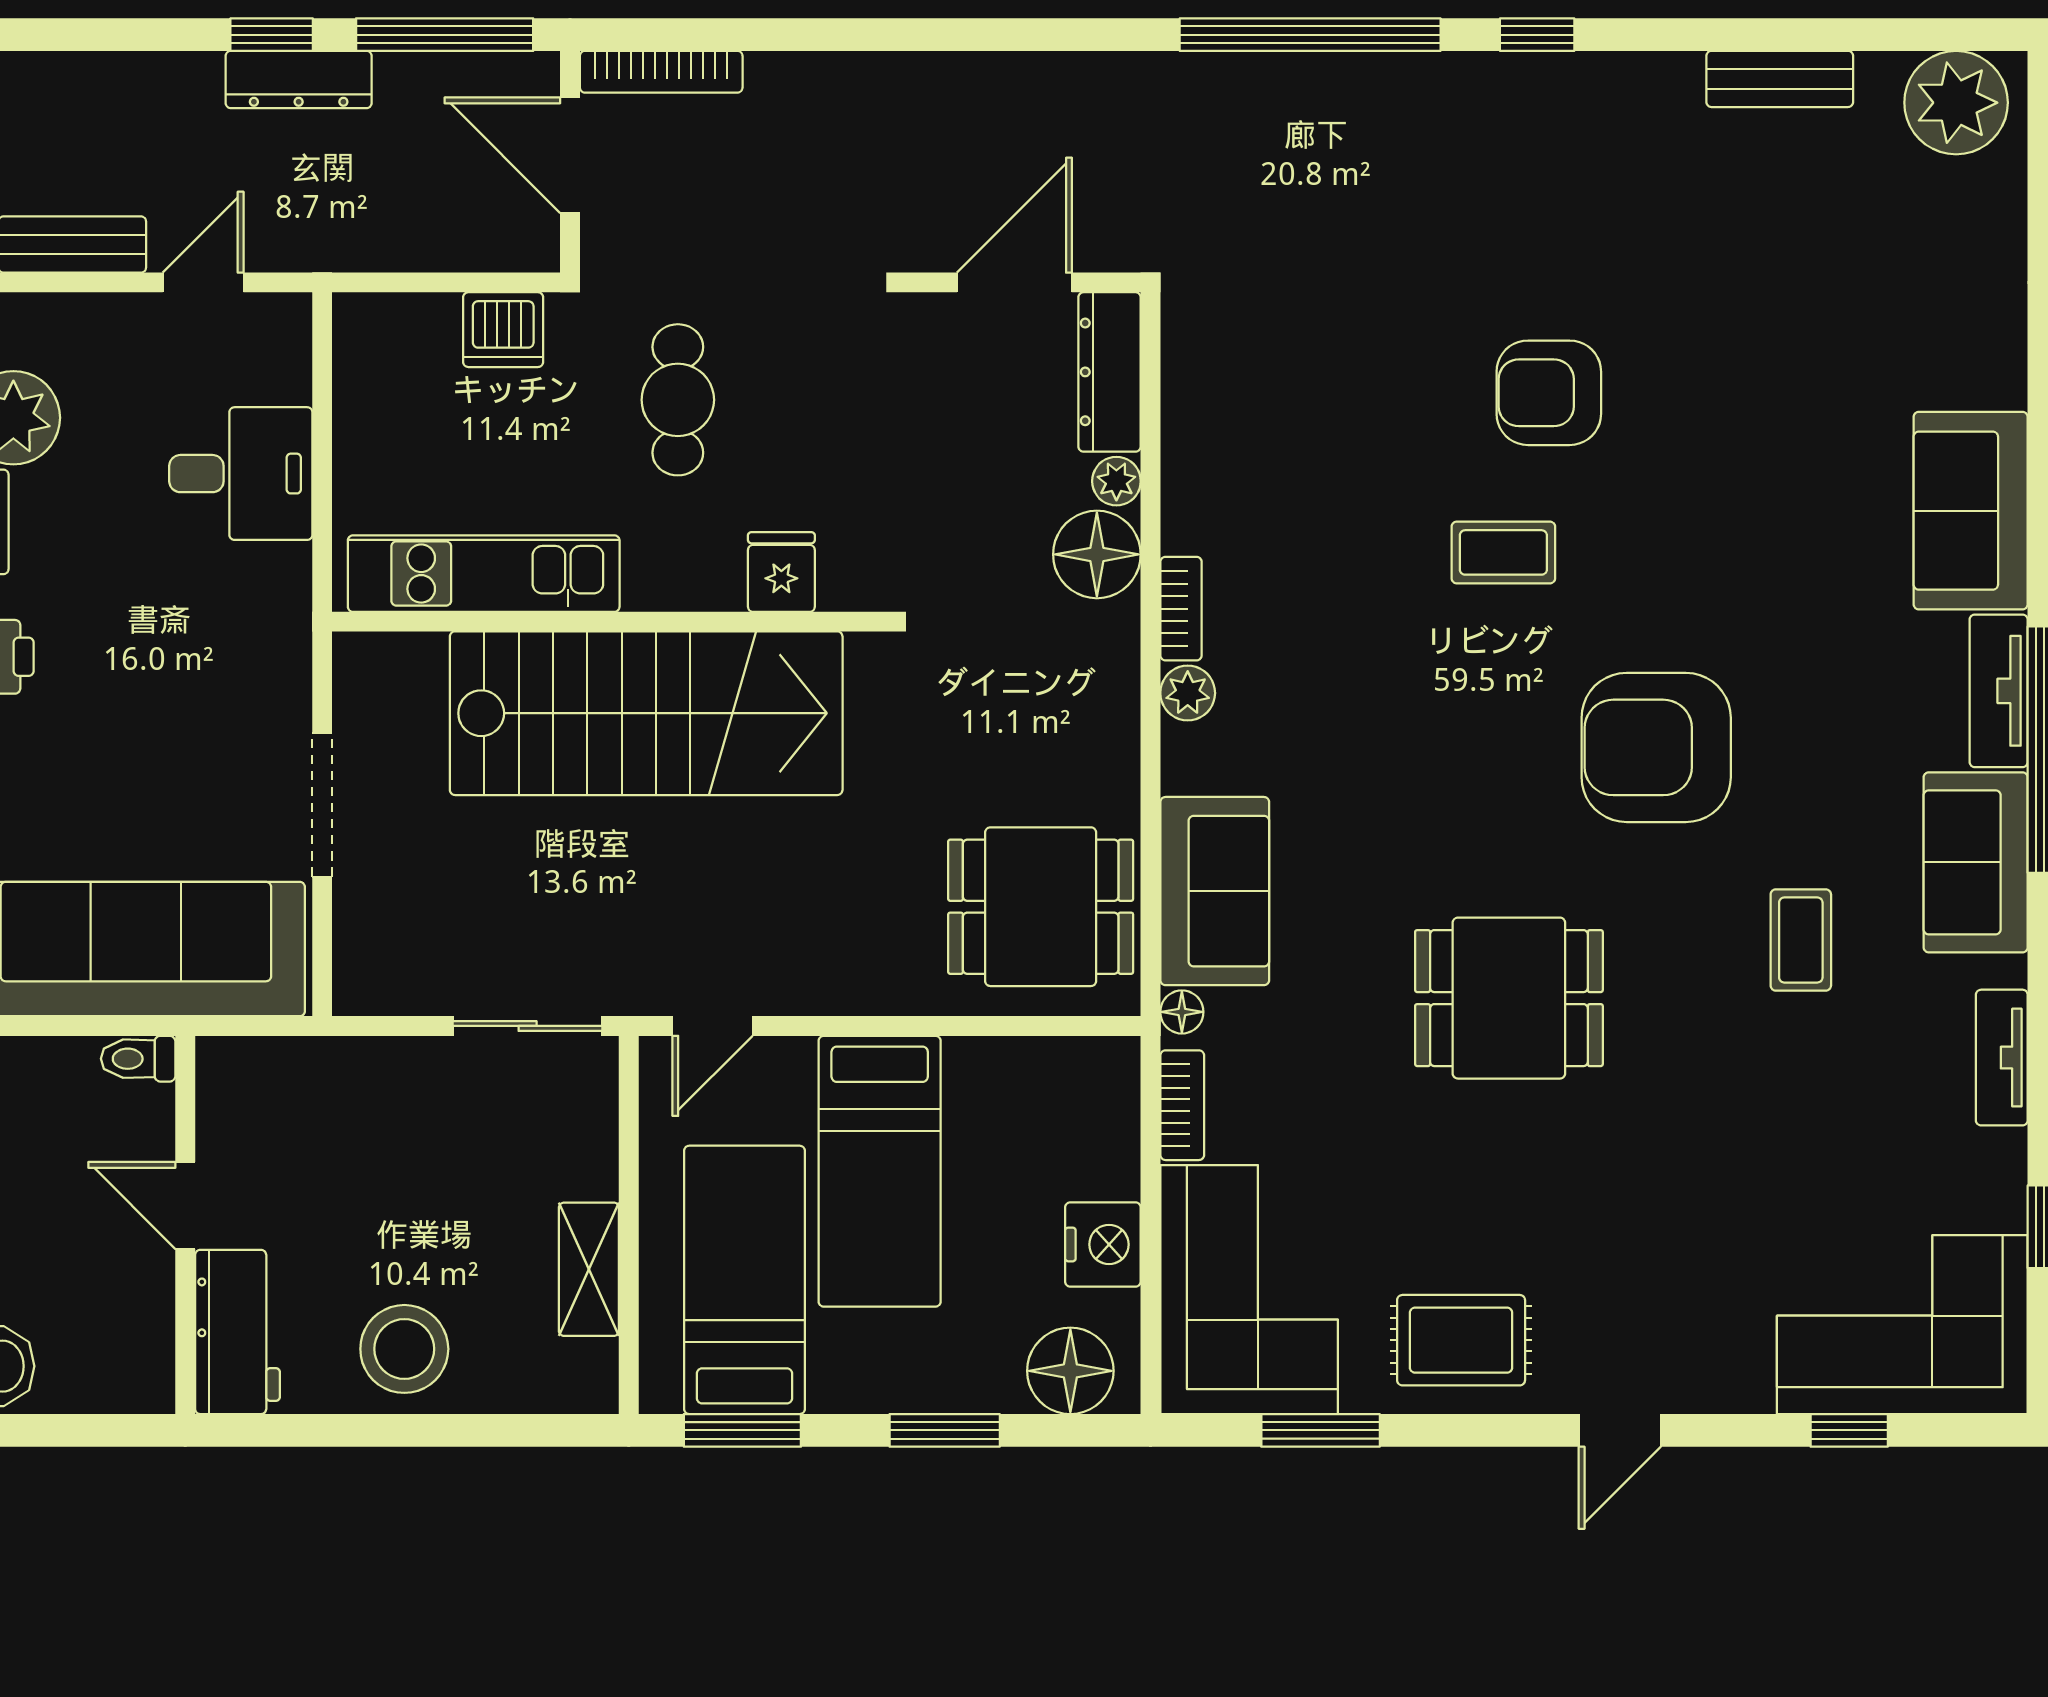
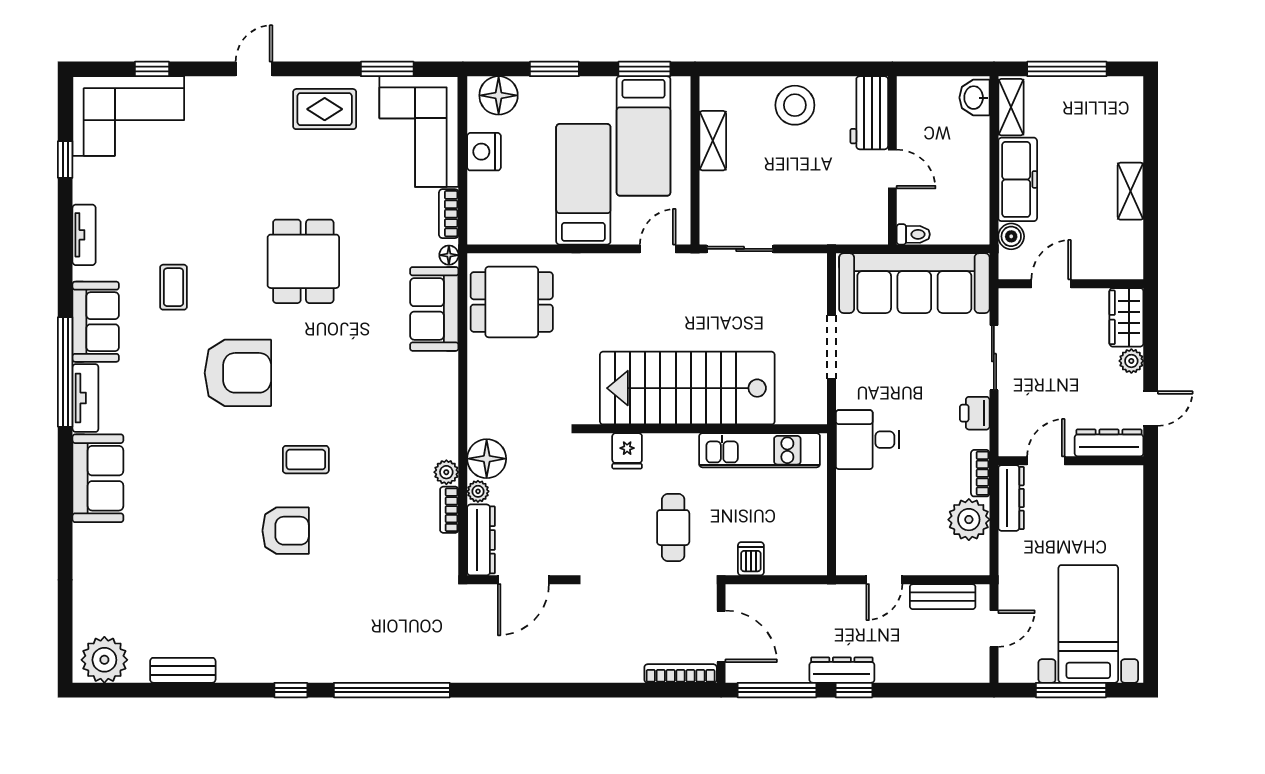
dishwasher: (503, 330) -> (751, 559), width x0.73
desk: (241, 474) -> (868, 440), moved
bookcase: (1181, 609) -> (449, 510), moved
plant: (1188, 693) -> (446, 472), moved
dining table: (1509, 998) -> (303, 261), turned 90

